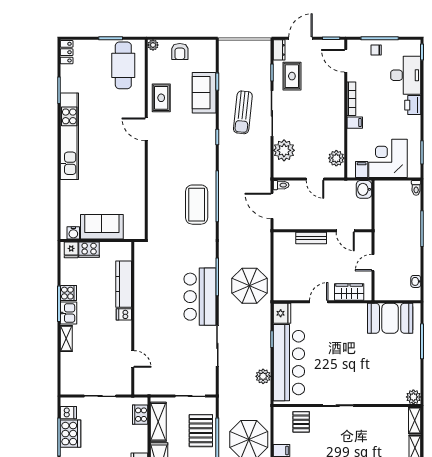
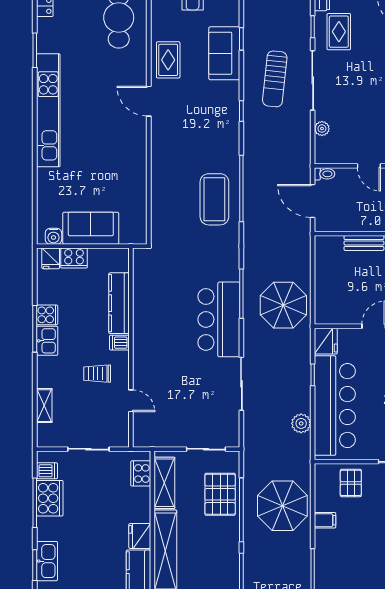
plant: (284, 150) -> (322, 129), width x0.53, depth x0.53
shelving: (66, 338) -> (44, 406), moved
trolley: (107, 338) -> (97, 374), added

